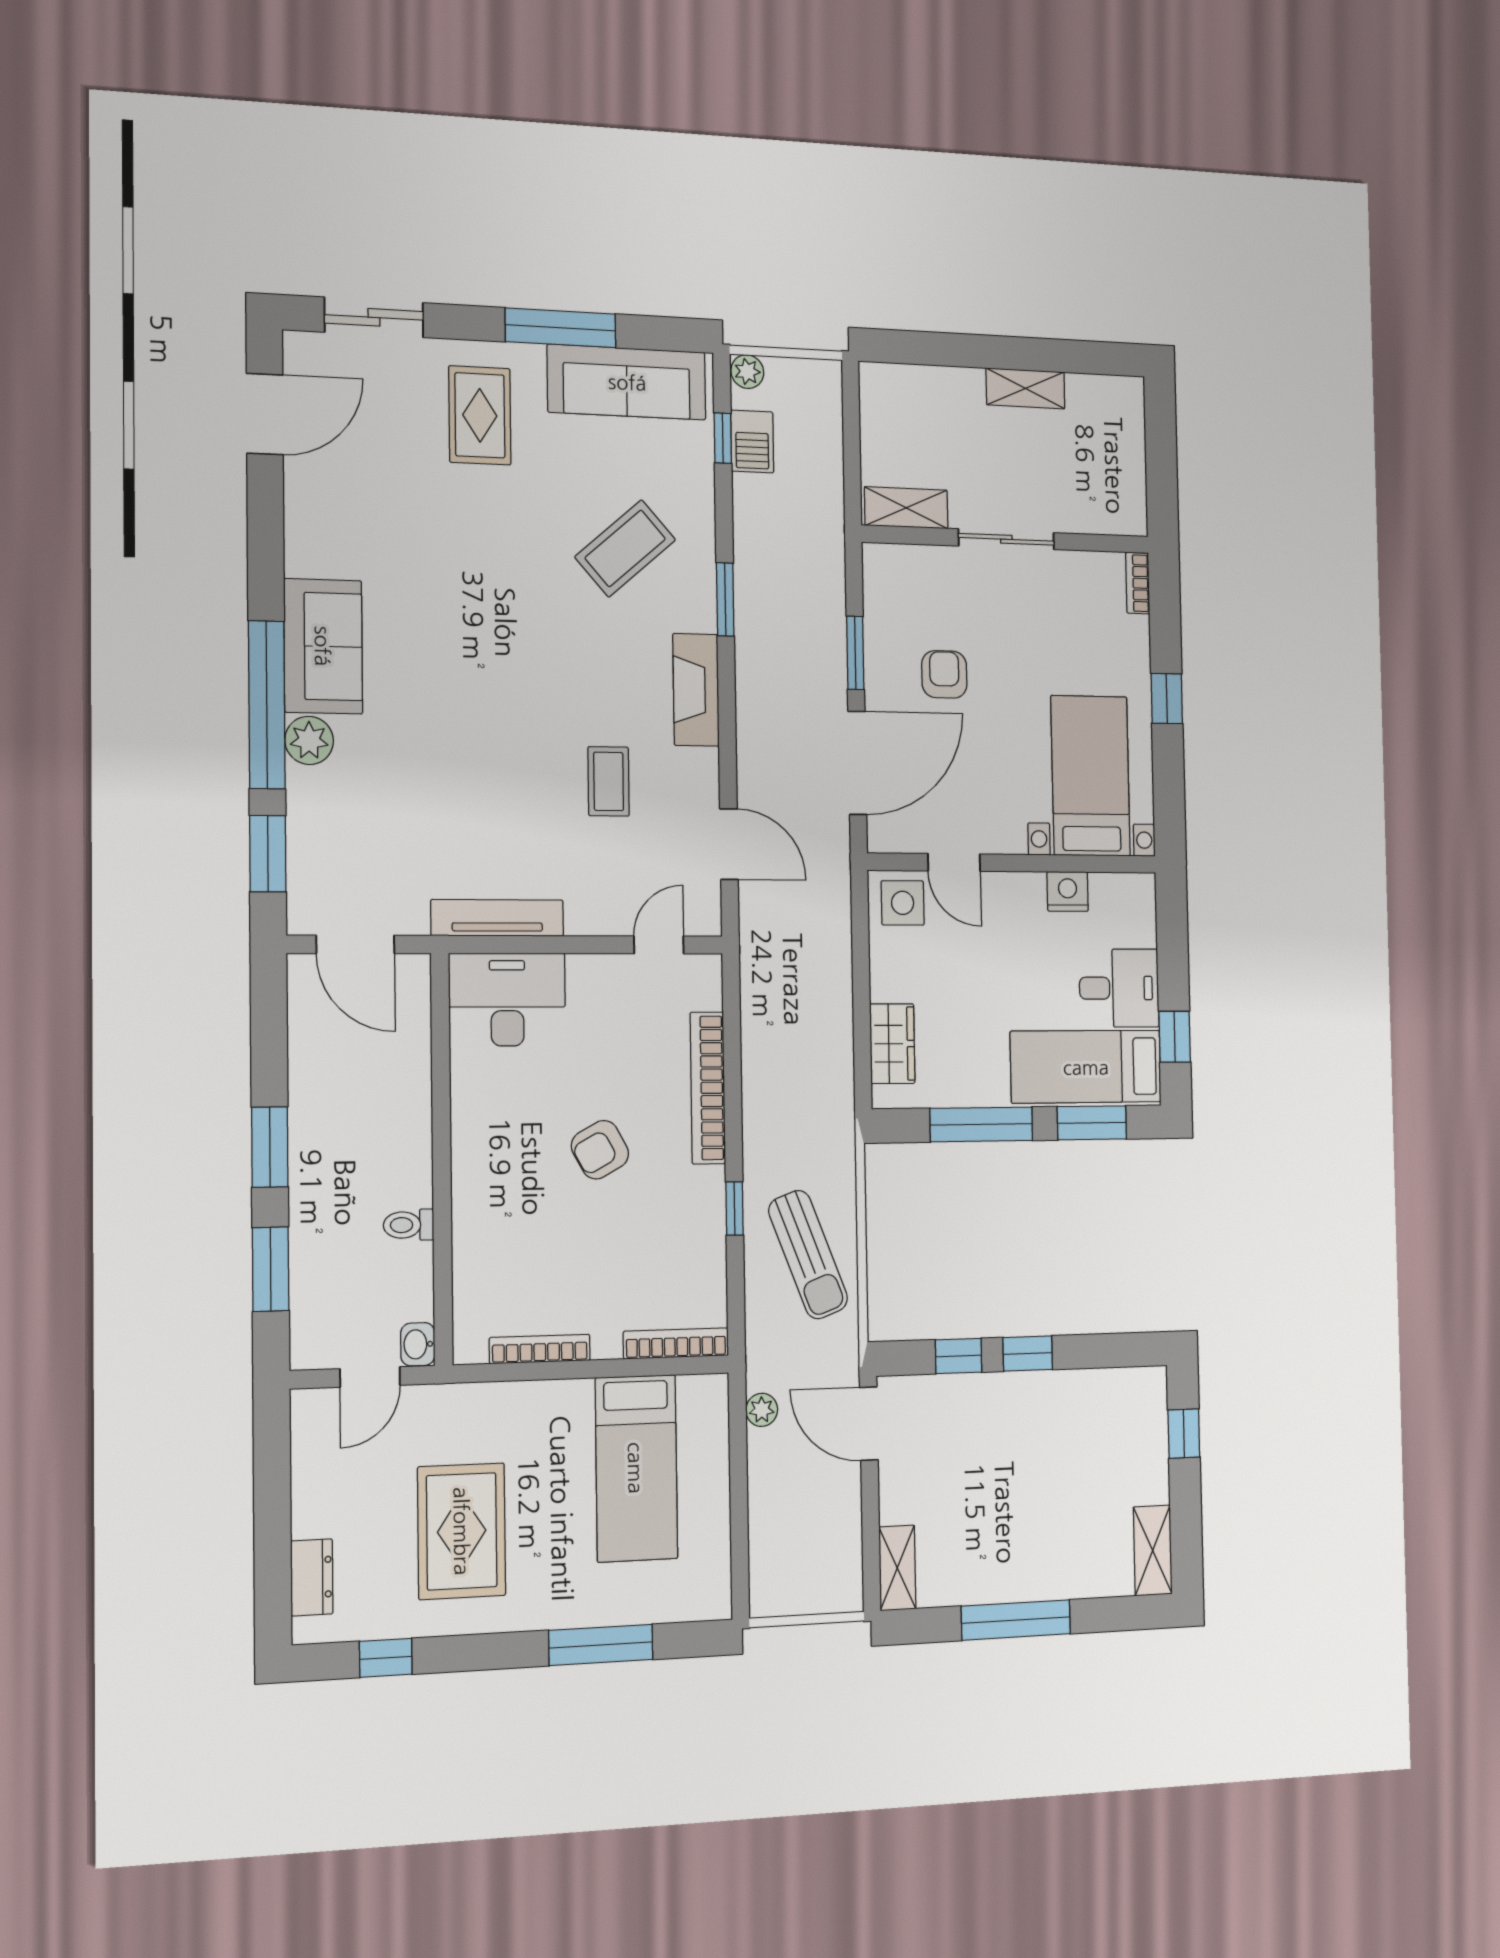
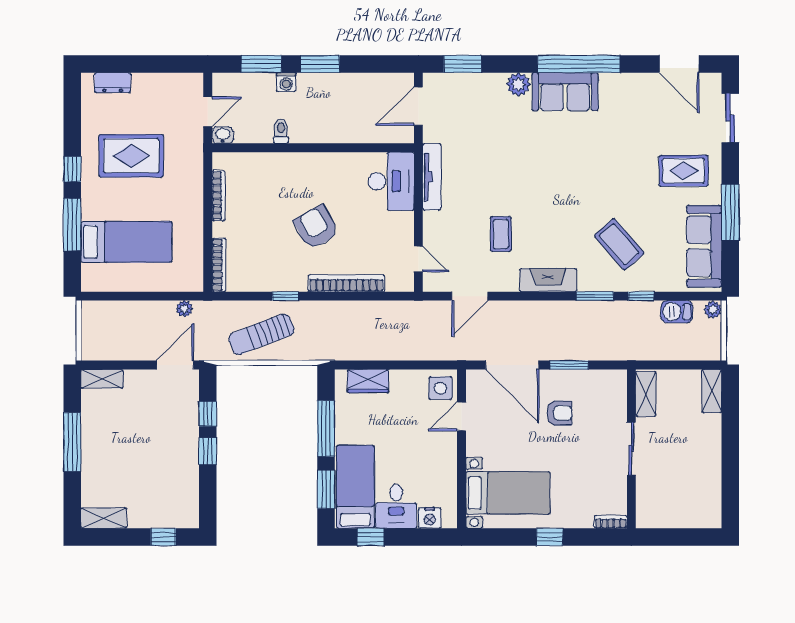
shelving: (1025, 388) -> (712, 391), moved
window: (723, 438) -> (641, 296), moved
window: (267, 705) -> (579, 64), moved
coffee table: (609, 781) -> (501, 234), turned 90
nightstand: (1068, 891) -> (430, 518), moved, turned 90
armchair: (600, 1150) -> (316, 227), width x1.38, depth x1.38
washing machine: (308, 1216) -> (286, 82), added
door: (370, 1377) -> (208, 112), swing flipped
bed: (636, 1468) -> (126, 242), moved, turned 180
window: (386, 1658) -> (72, 169), moved

